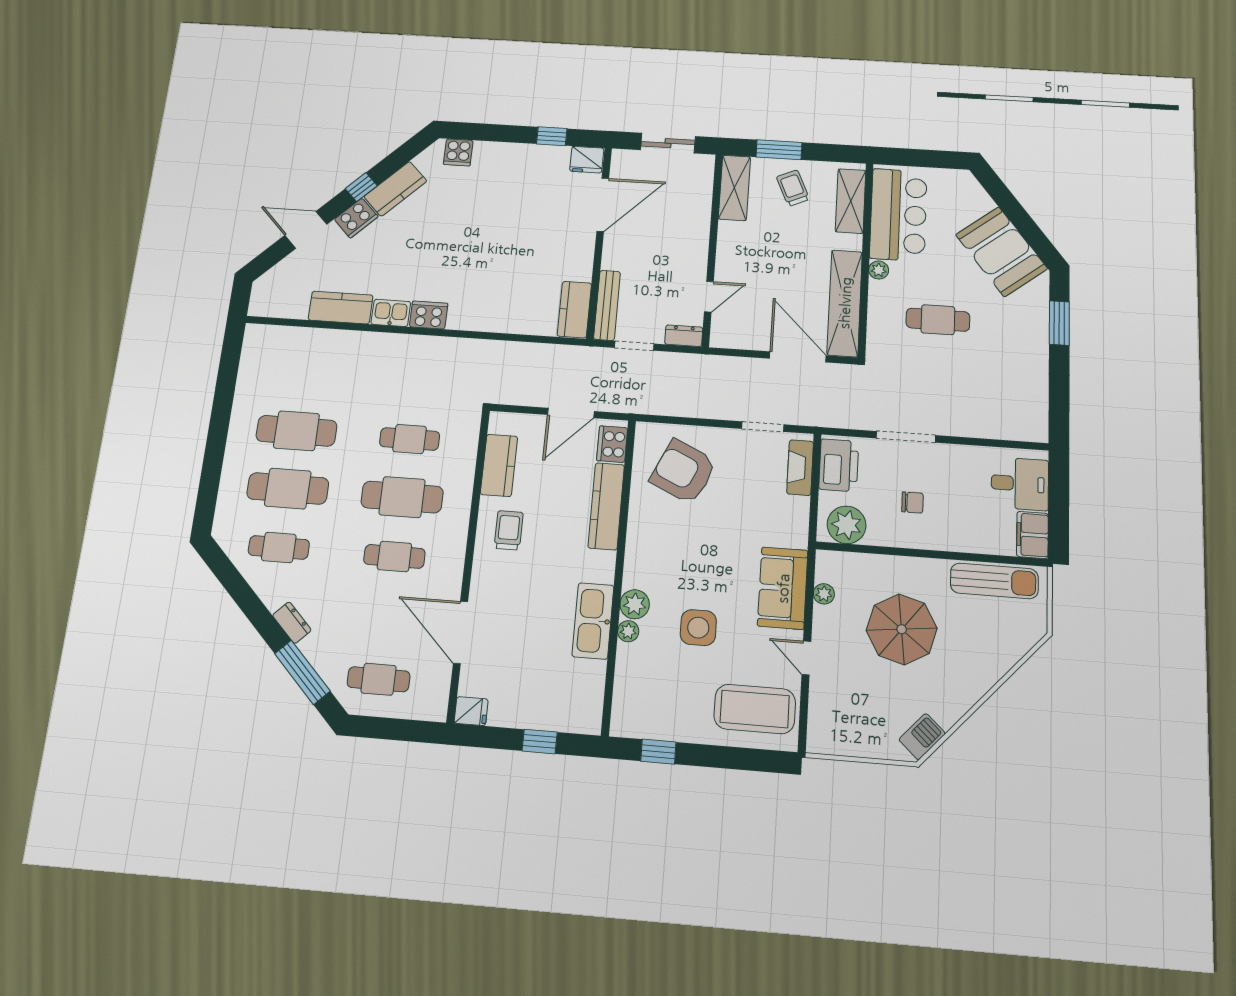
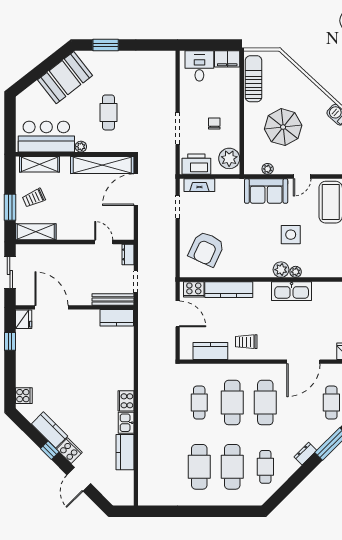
cafe table: (394, 556) -> (265, 403), width x1.37, depth x1.35

